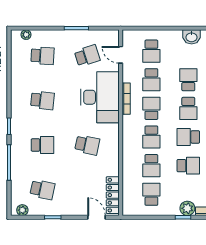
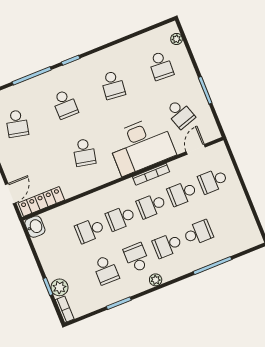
washbasin: (192, 37) -> (35, 227), moved, turned 180
school desk: (151, 108) -> (151, 206), turned 180
school desk: (151, 194) -> (59, 243), removed

